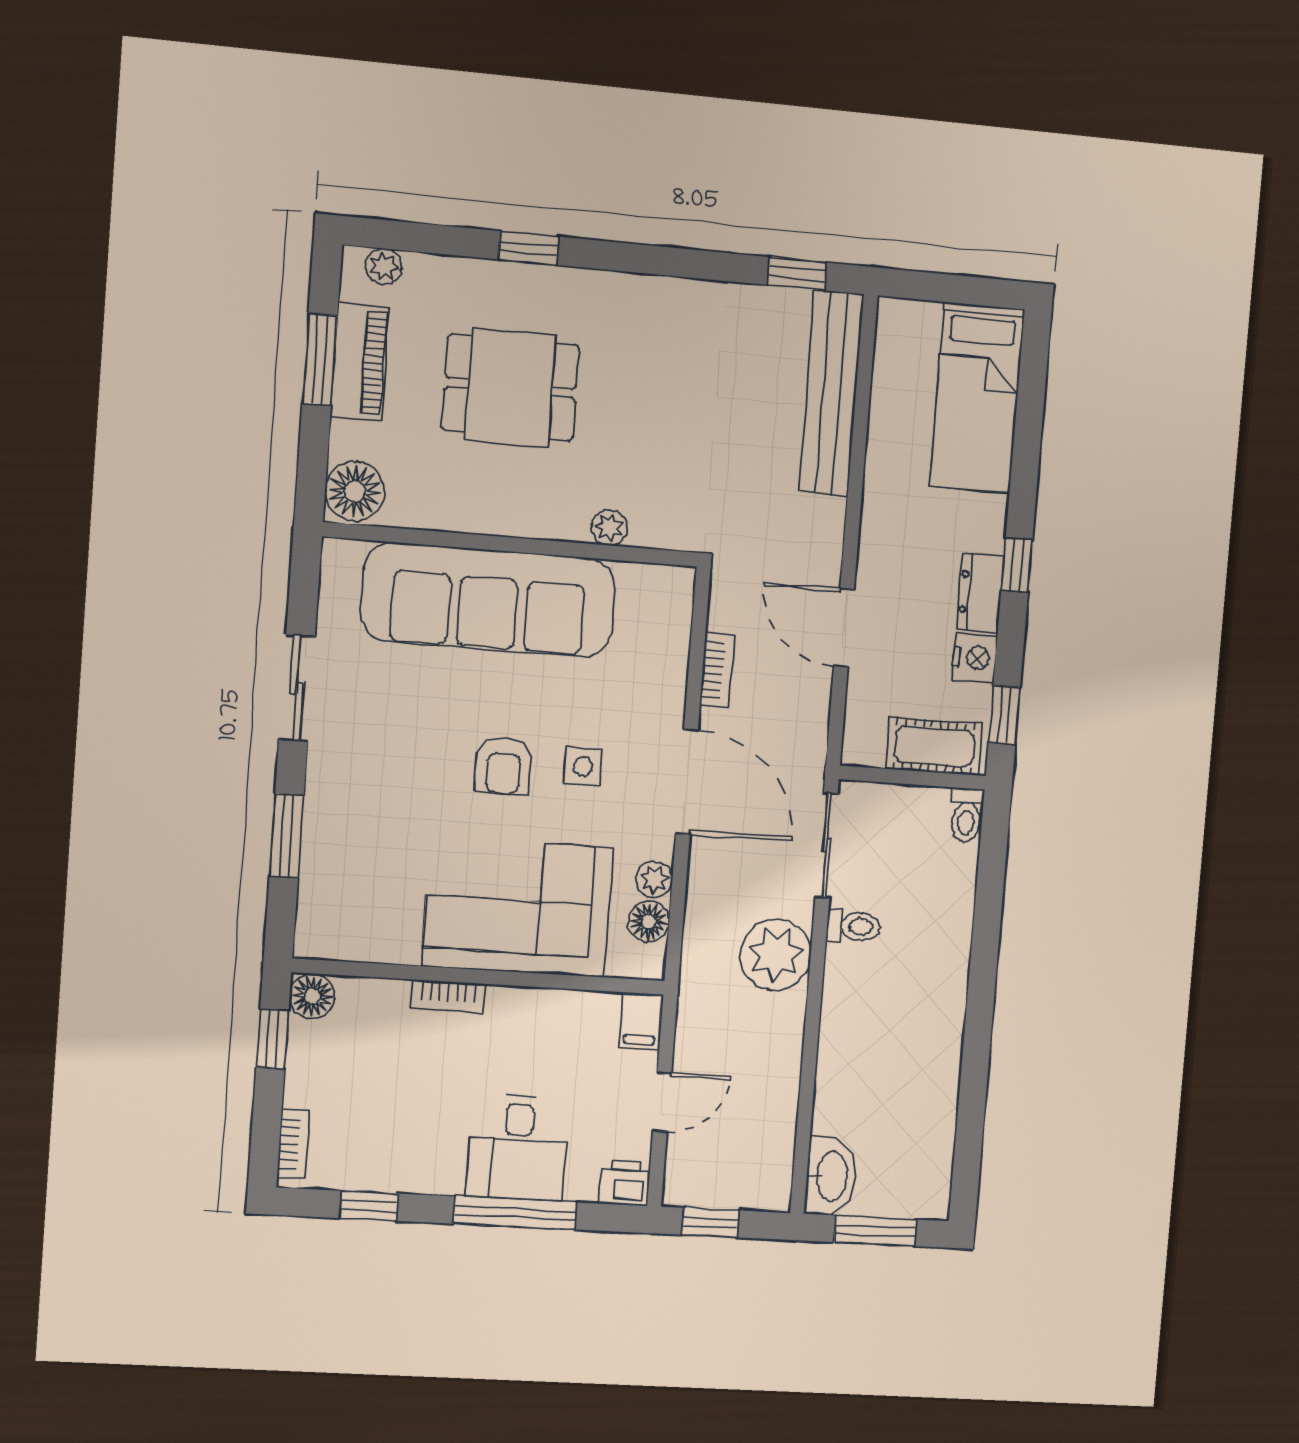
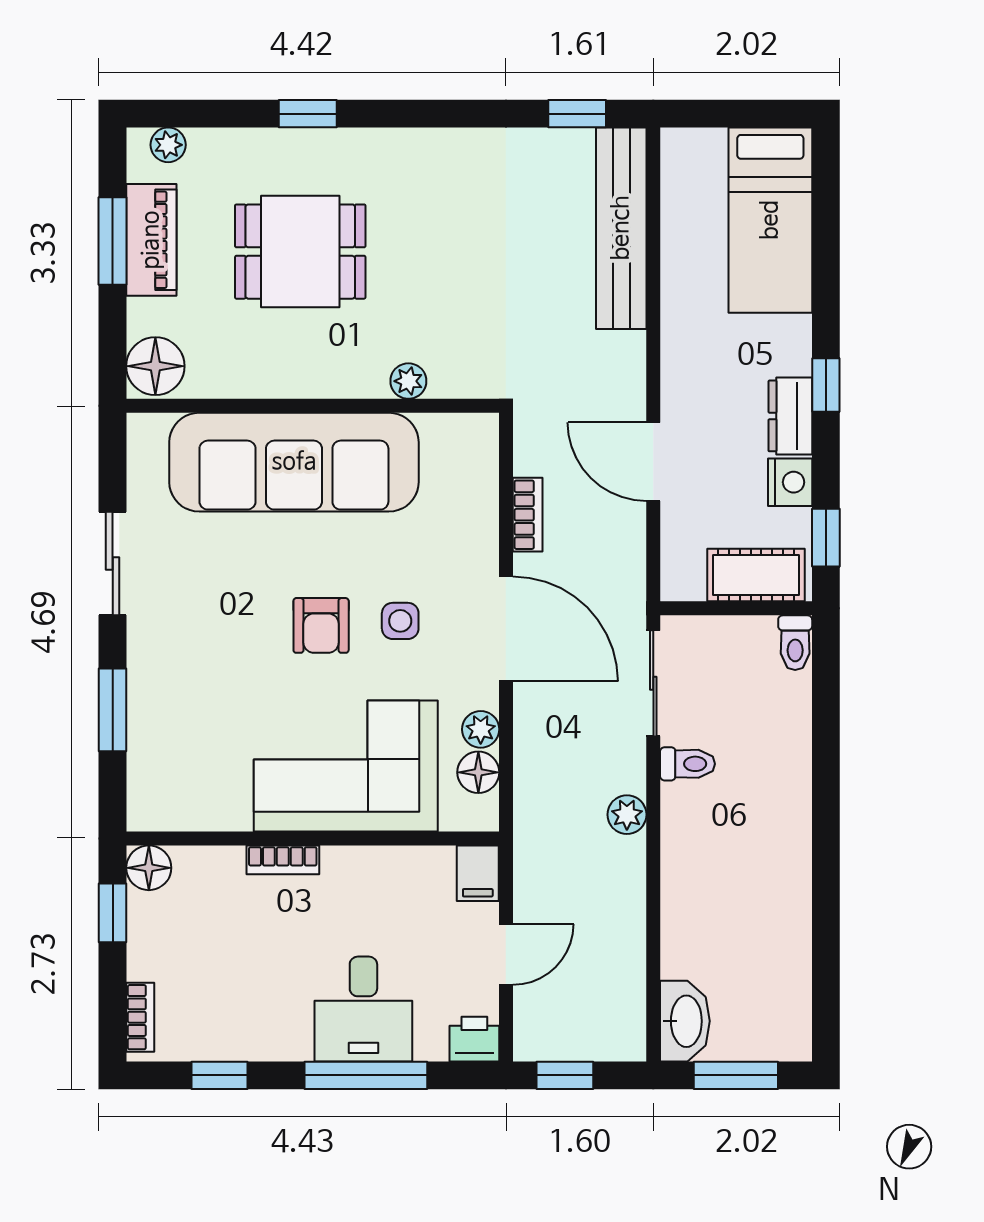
plant: (776, 955) -> (627, 815), width x0.53, depth x0.53

